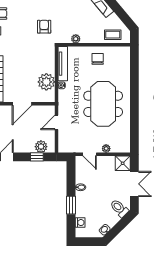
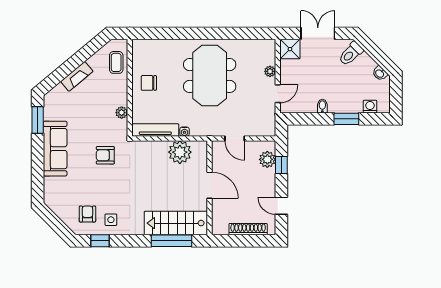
meeting table: (103, 104) -> (210, 76), turned 90

